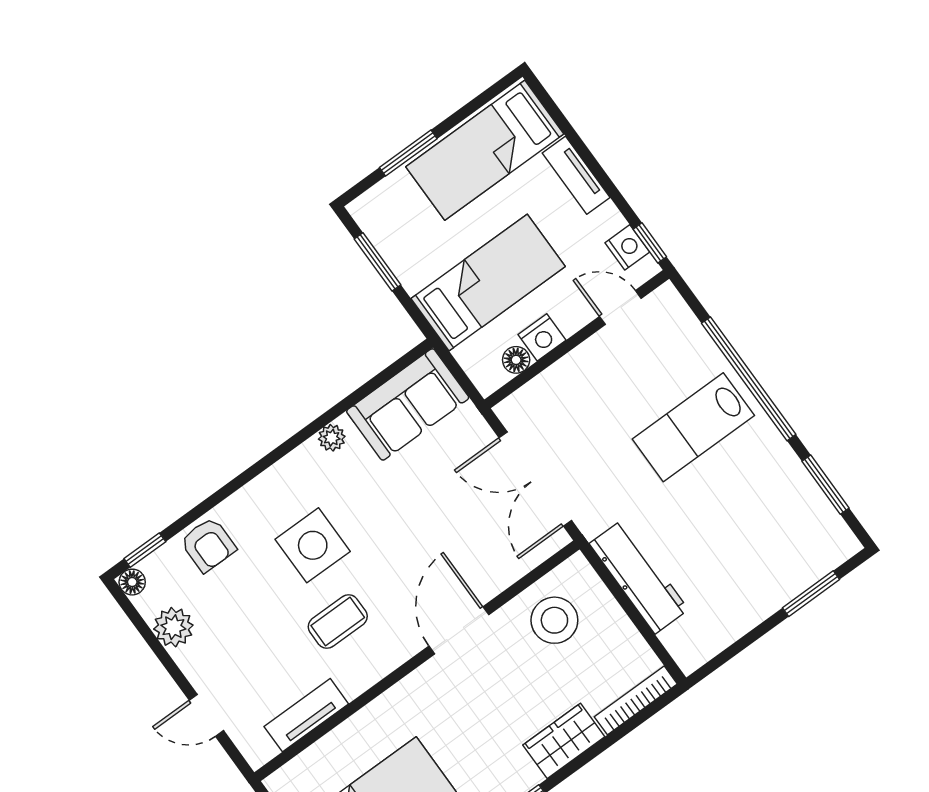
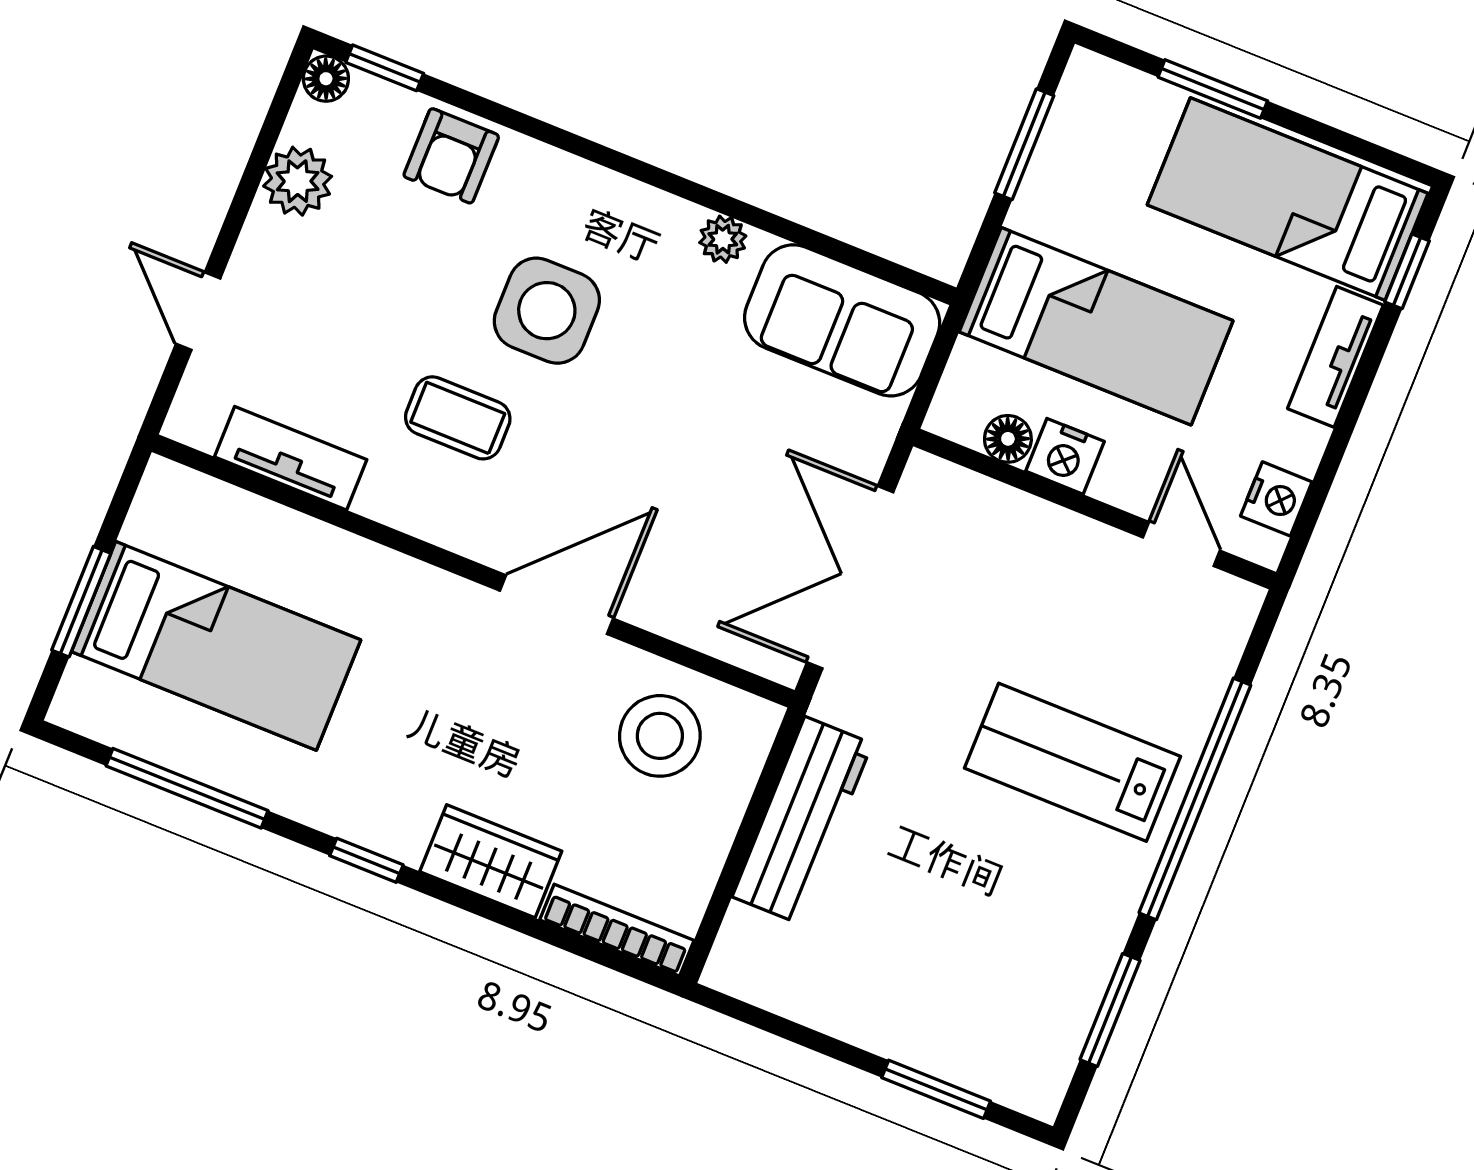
window: (650, 243) -> (1407, 271), moved

